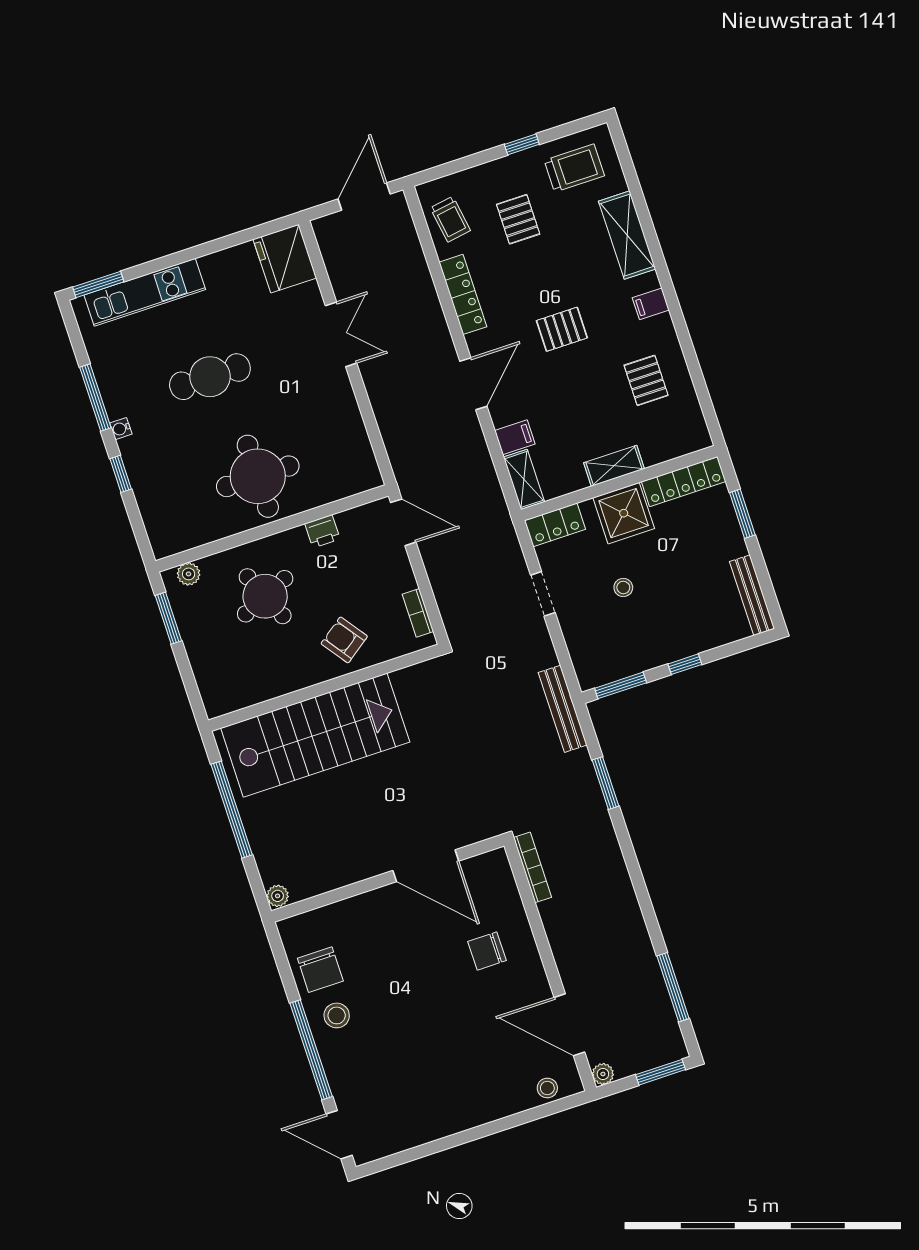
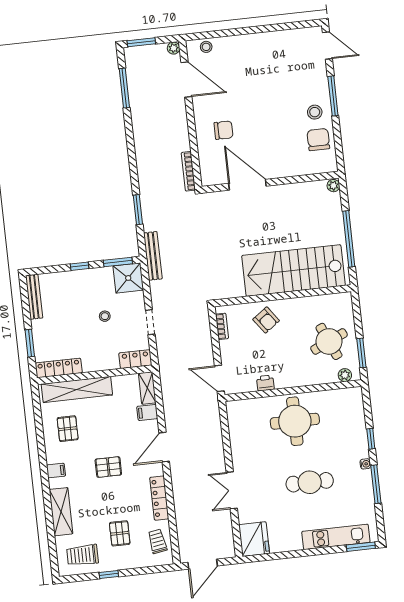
shelving: (614, 466) -> (77, 389), width x2.20, depth x1.33
shower: (624, 513) -> (128, 278), moved
round table: (265, 596) -> (329, 341), moved
window: (311, 1050) -> (333, 96), width x0.68

